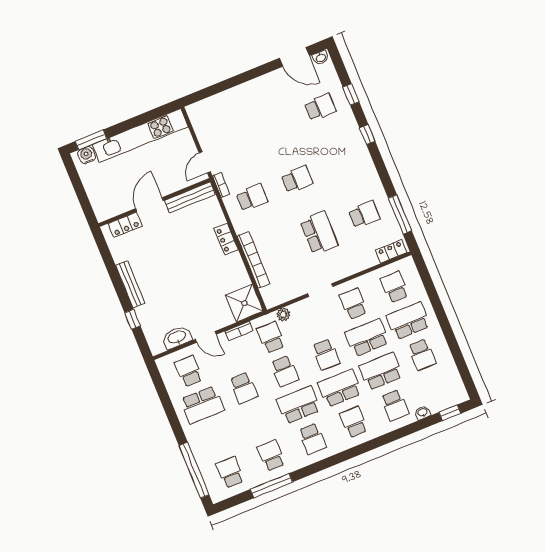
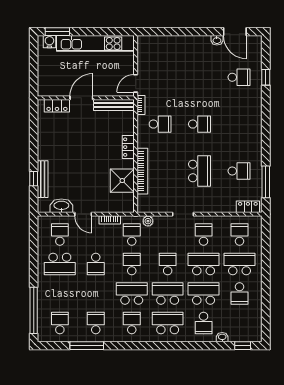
washbasin: (321, 58) -> (217, 40), moved
window: (367, 135) -> (266, 112), removed
bench: (130, 284) -> (43, 179), moved
shower: (244, 303) -> (122, 181), moved
school desk: (326, 354) -> (168, 264), turned 180
school desk: (285, 371) -> (132, 264), turned 180
school desk: (354, 422) -> (168, 323), width x1.85
school desk: (312, 439) -> (132, 323), turned 180

